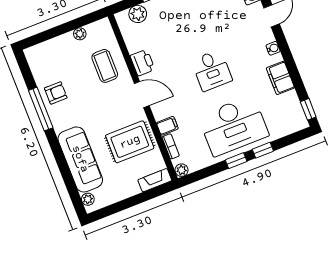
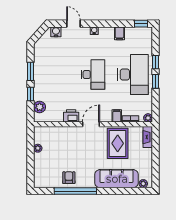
coffee table: (105, 66) -> (64, 140), removed
desk: (212, 70) -> (93, 75), width x1.37
filing cabinet: (280, 78) -> (119, 33), width x0.50
window: (41, 109) -> (75, 191), width x1.46

